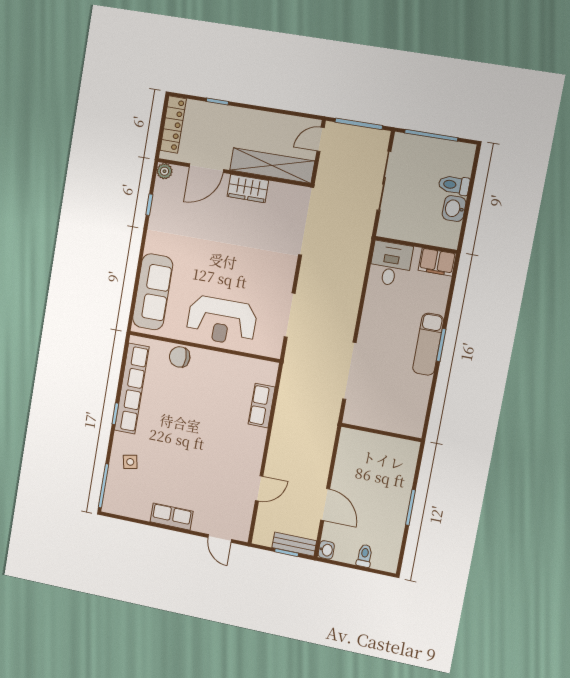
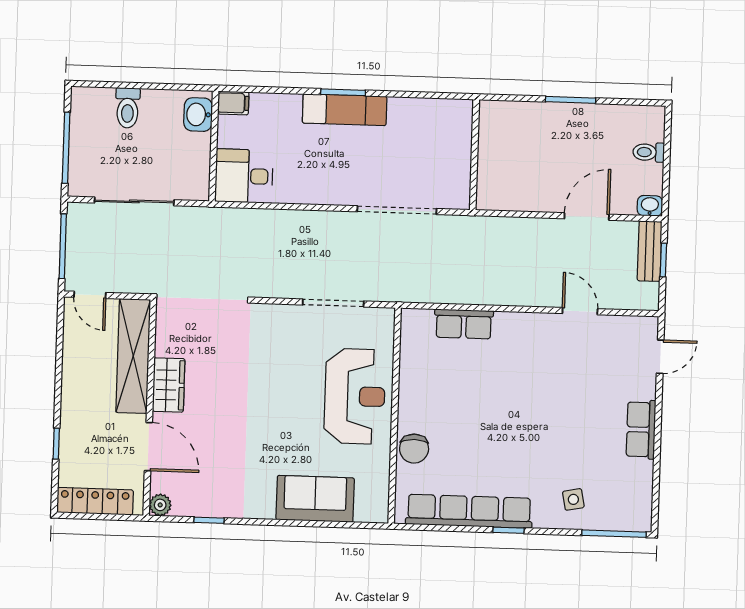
washbasin: (454, 209) -> (198, 115), moved, turned 90
filing cabinet: (437, 262) -> (233, 103), width x0.50
sofa: (153, 292) -> (315, 499), width x0.73

